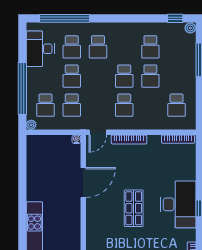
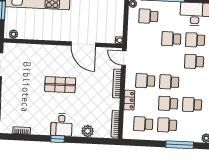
school desk: (72, 105) -> (167, 125), moved
locker: (148, 124) -> (129, 100), added
plant: (188, 172) -> (88, 131), added
desk: (178, 204) -> (61, 125), width x0.53, depth x0.77

